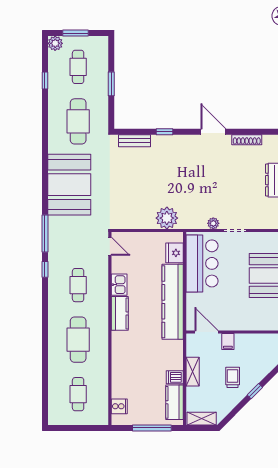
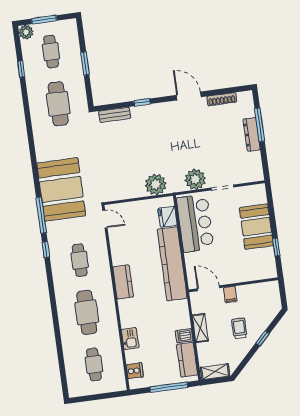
booth: (69, 185) -> (61, 189), moved
plant: (213, 223) -> (195, 179), width x1.88, depth x1.88
kitchen sink: (119, 285) -> (130, 339), moved

